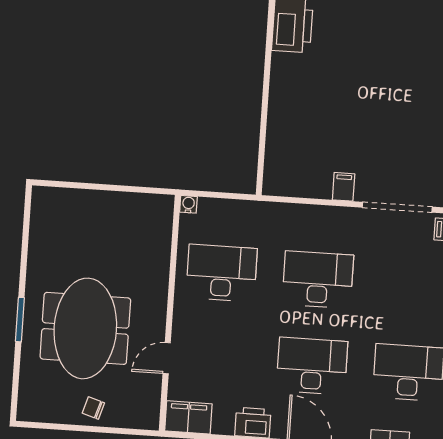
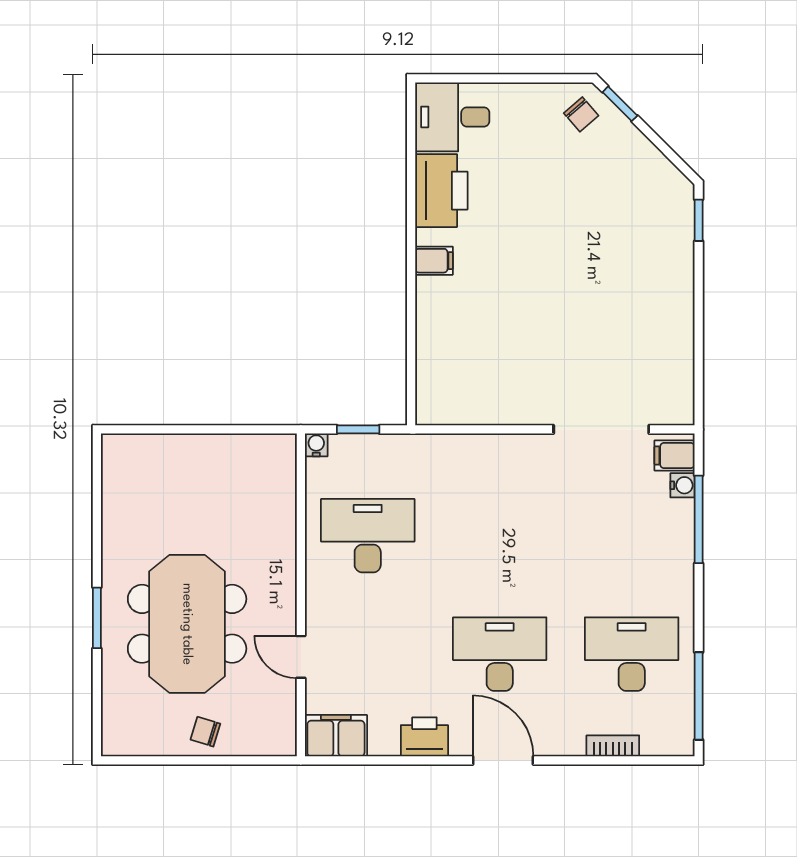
filing cabinet: (344, 187) -> (434, 261), moved, turned 90
window: (220, 195) -> (358, 429), added
desk: (318, 280) -> (500, 536), removed
door: (167, 358) -> (301, 657), hinge flipped

